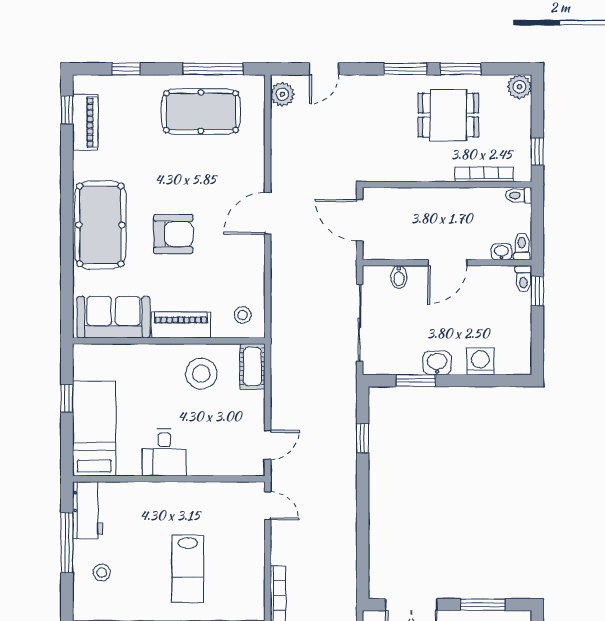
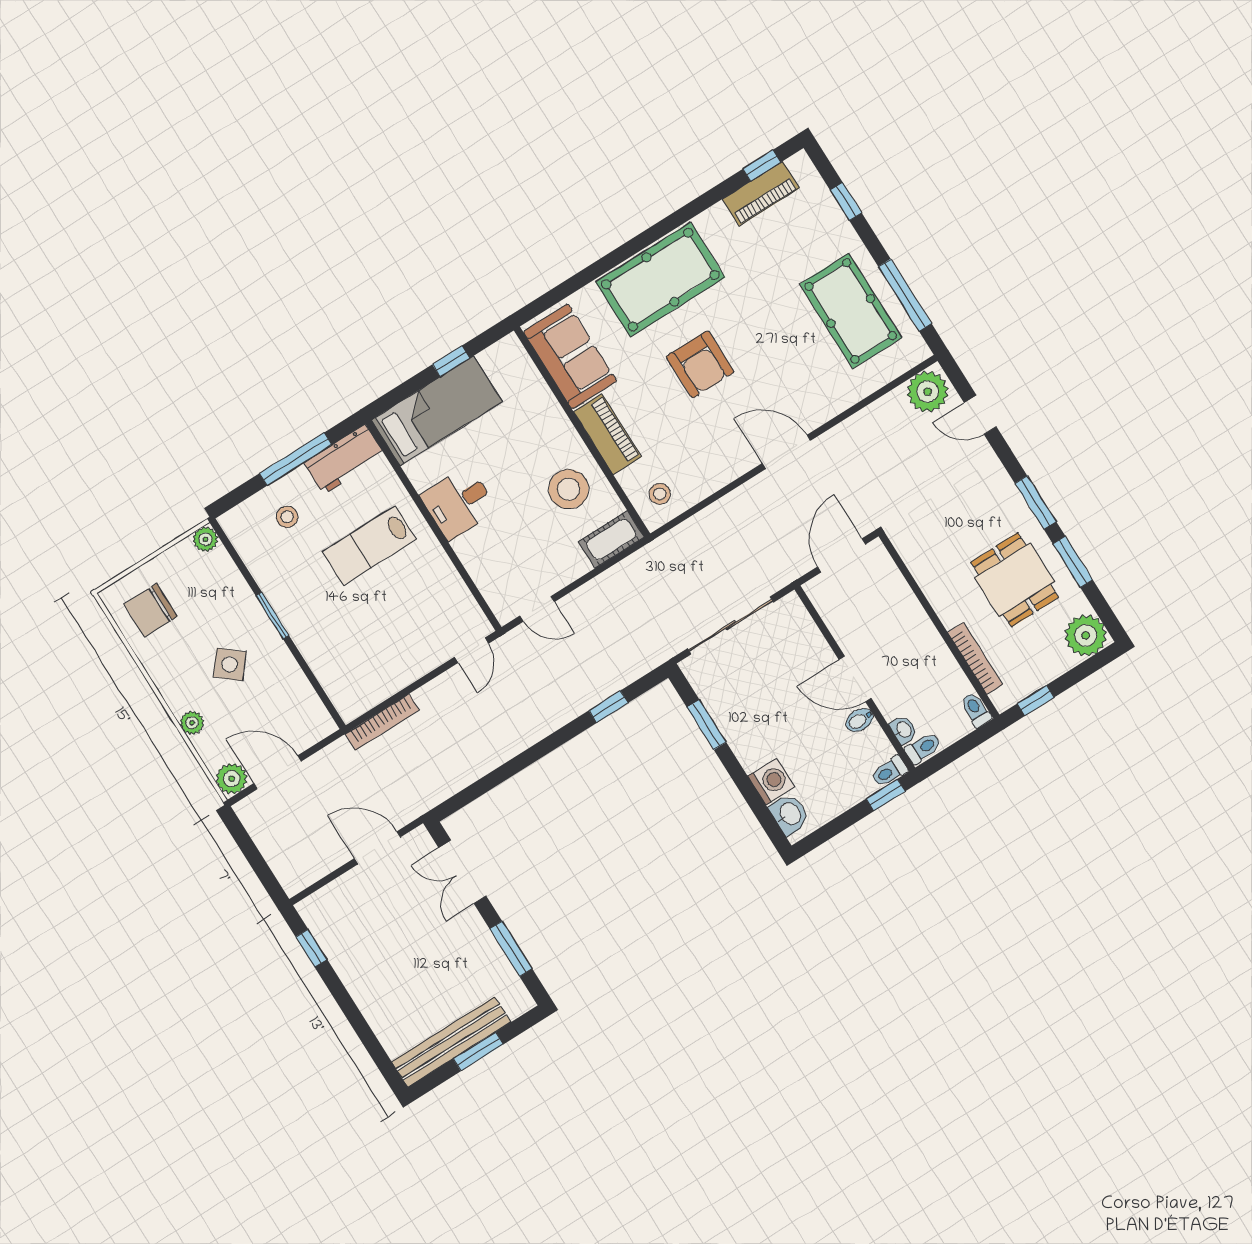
plant: (519, 87) -> (1086, 635), width x1.36, depth x1.36
plant: (282, 94) -> (928, 392), width x1.36, depth x1.36
bidet: (399, 277) -> (860, 720), moved
washbasin: (437, 363) -> (789, 814), moved
lab bench: (188, 569) -> (369, 545), moved

